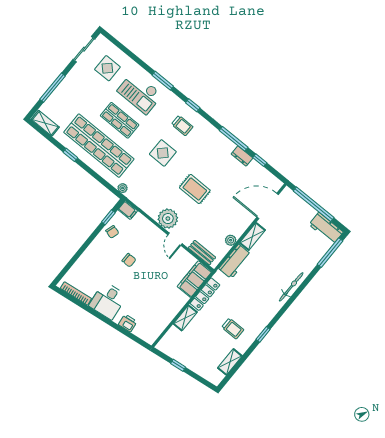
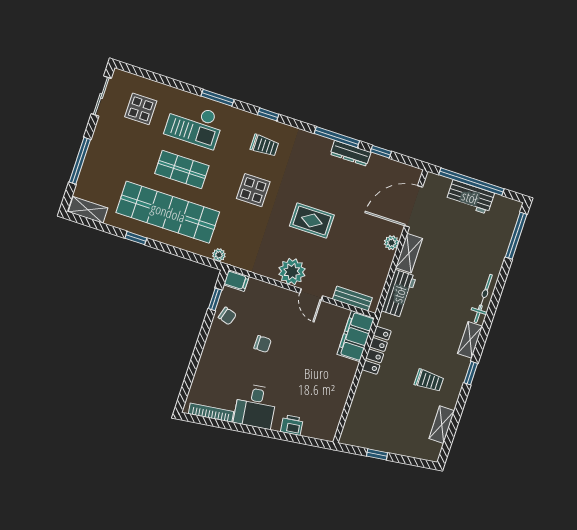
dresser: (242, 156) -> (351, 153), width x1.44
workbench: (326, 228) -> (470, 197), moved
plant: (231, 240) -> (391, 243), moved
shelving: (185, 318) -> (470, 340), moved

